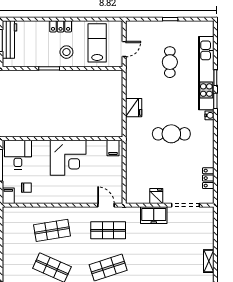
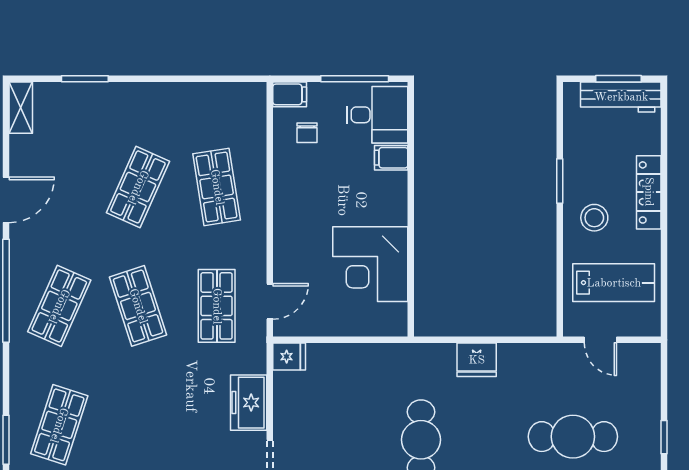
locker: (61, 26) -> (649, 192), width x1.53
cafe table: (170, 62) -> (573, 437), width x1.37, depth x1.35
filing cabinet: (113, 148) -> (391, 158), moved
corner desk: (68, 158) -> (370, 264), moved
fridge: (156, 196) -> (289, 357), moved

